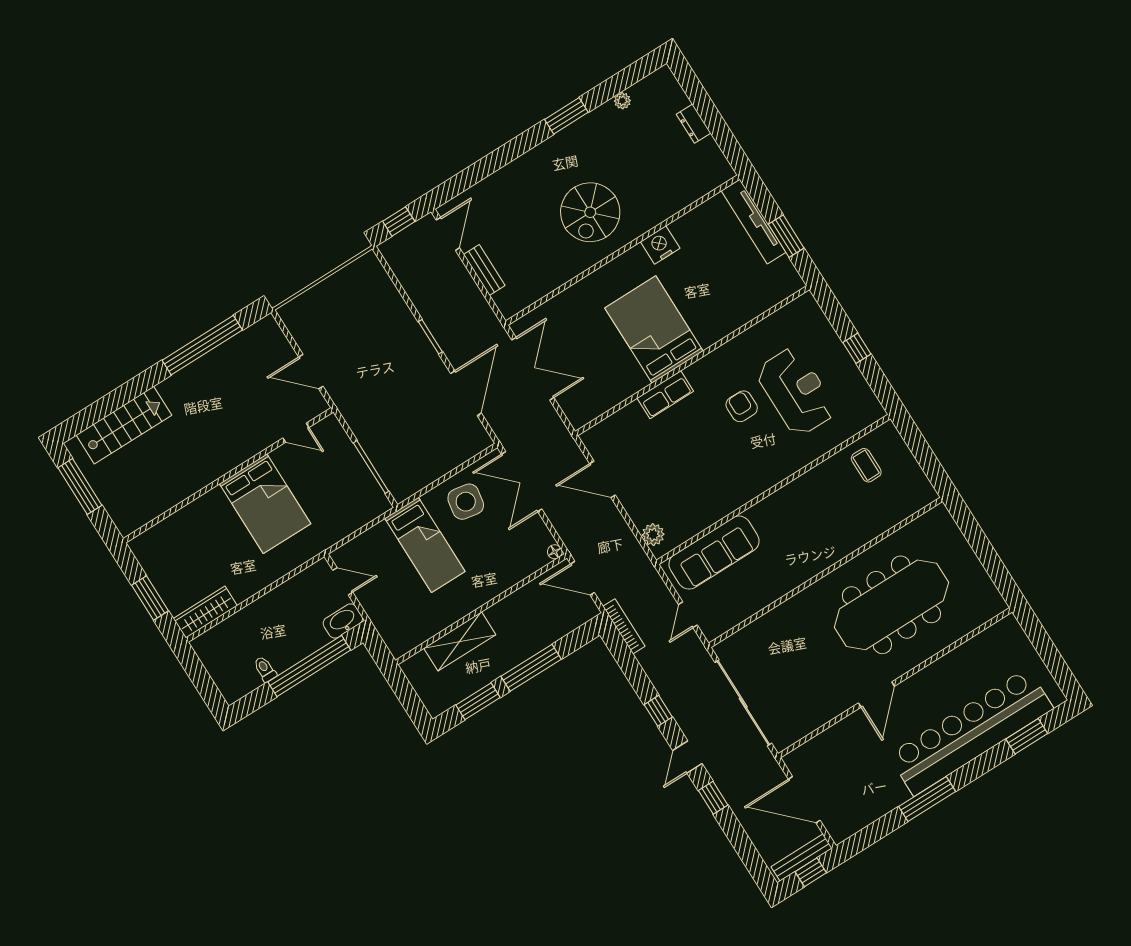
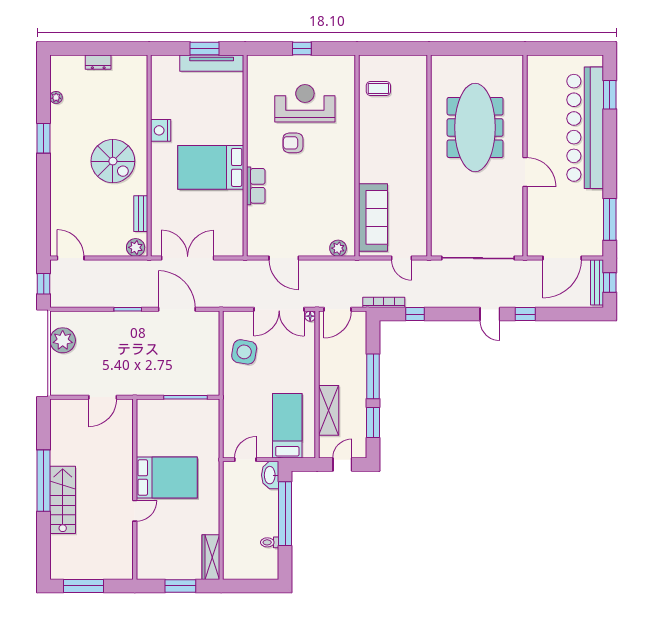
tv unit: (754, 221) -> (212, 63), moved
bench: (484, 270) -> (141, 214), moved, turned 90
plant: (348, 284) -> (63, 340), added
plant: (507, 301) -> (136, 247), added
window: (202, 345) -> (44, 481), moved
stairs: (124, 425) -> (63, 500), moved
door: (296, 433) -> (135, 511), moved
door: (602, 479) -> (284, 258), hinge flipped
double door: (522, 482) -> (279, 309), moved
bed: (425, 545) -> (287, 426), moved, turned -90
door: (407, 696) -> (342, 464), added
window: (658, 711) -> (415, 314), moved
window: (927, 799) -> (610, 219), moved

